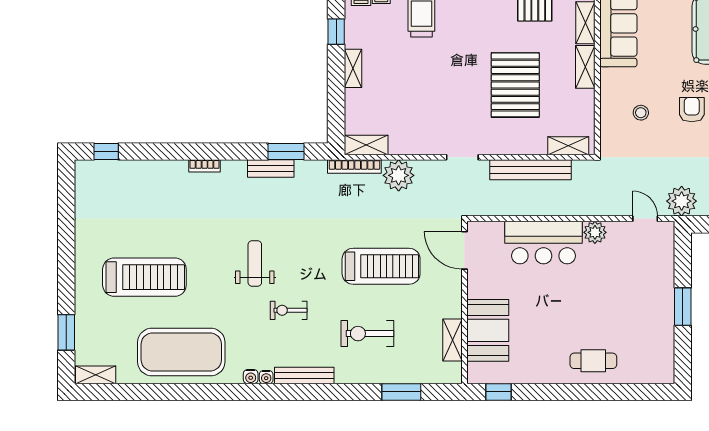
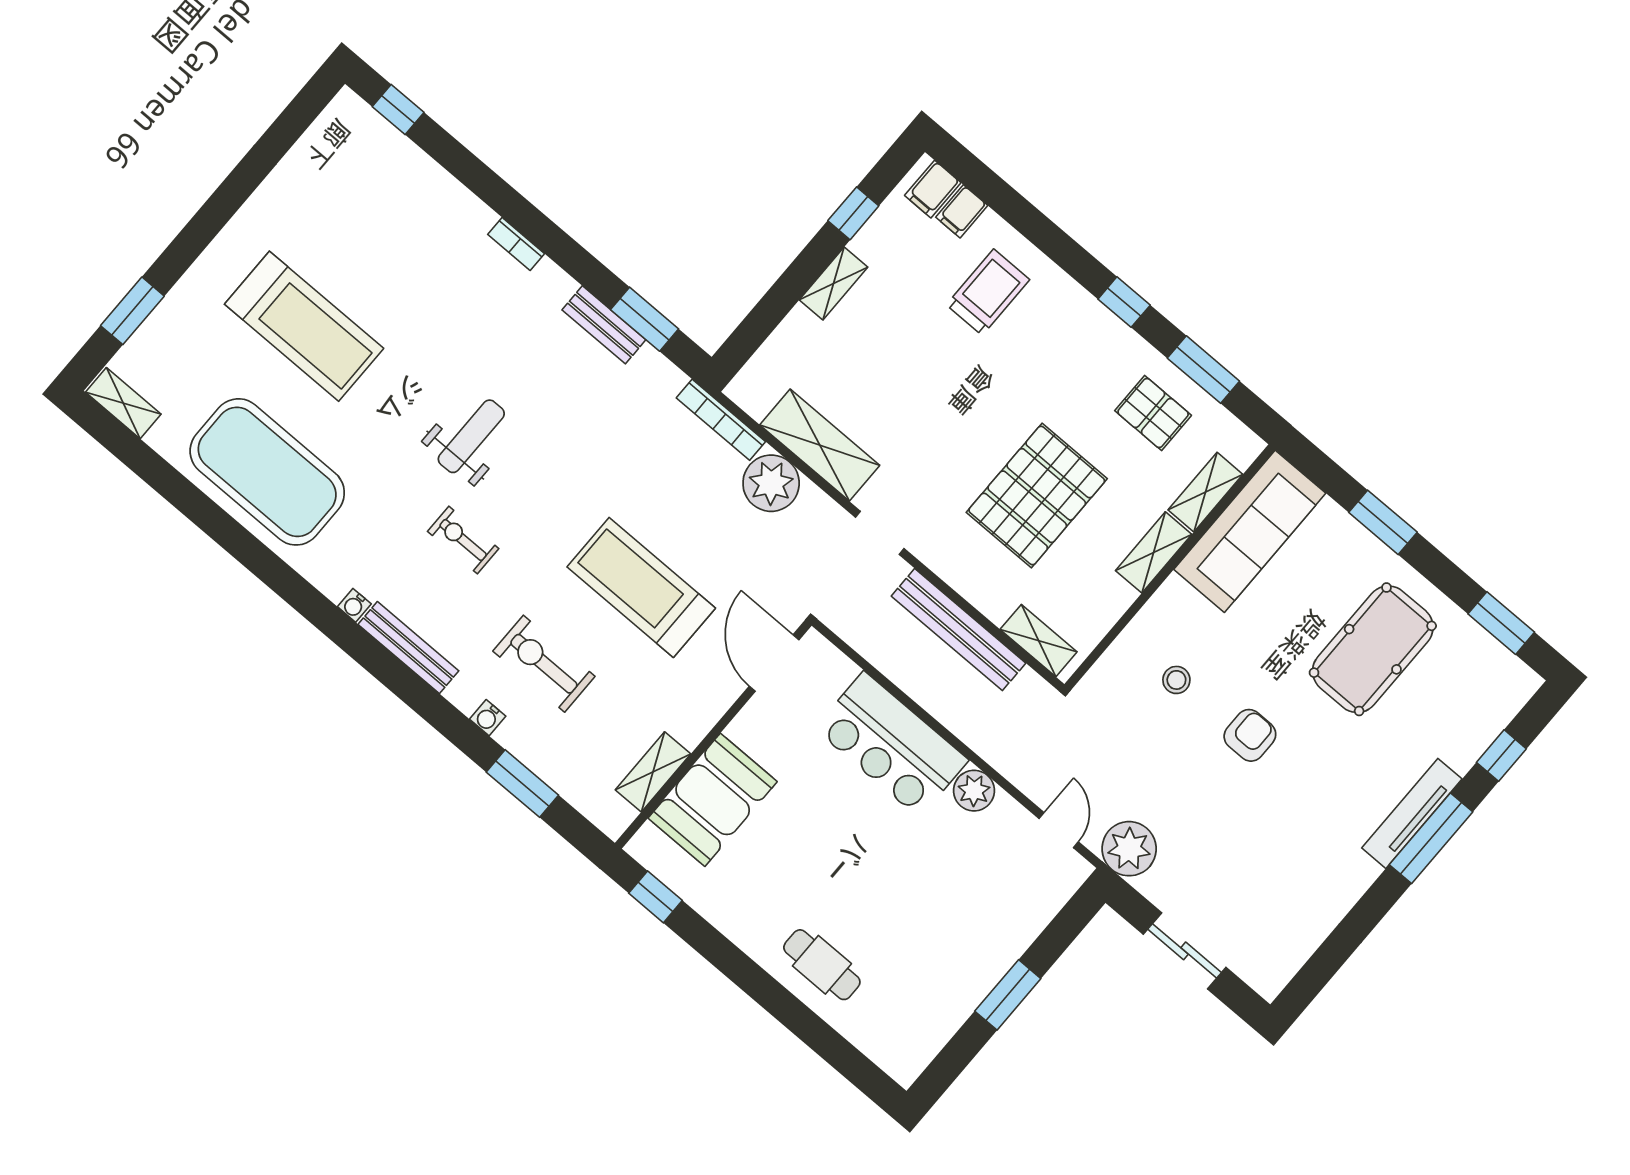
shelving: (366, 145) -> (820, 445), moved, width x1.50, depth x1.33
treadmill: (381, 266) -> (641, 587), turned 180
water cooler: (251, 377) -> (488, 718), moved

